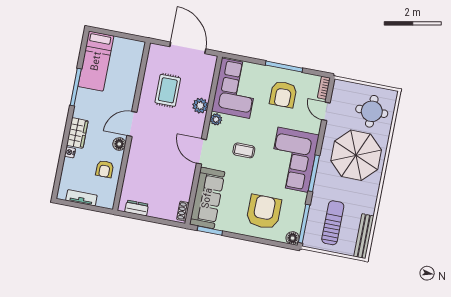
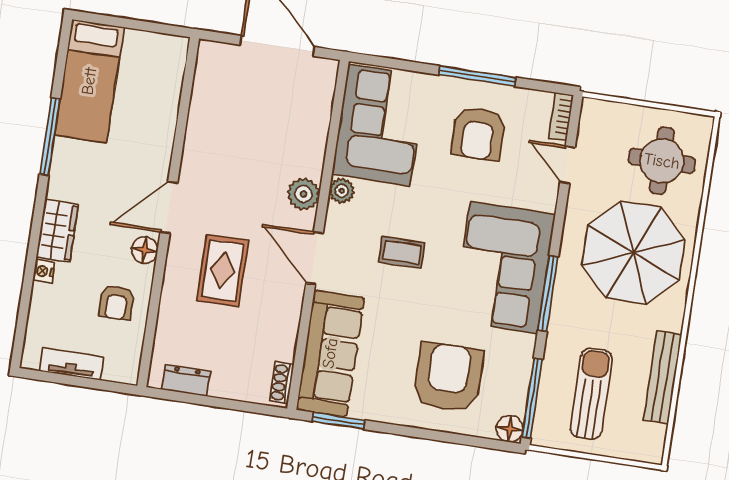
rug: (168, 90) -> (222, 271), moved
plant: (200, 106) -> (303, 194), moved
bench: (364, 236) -> (663, 377), moved

